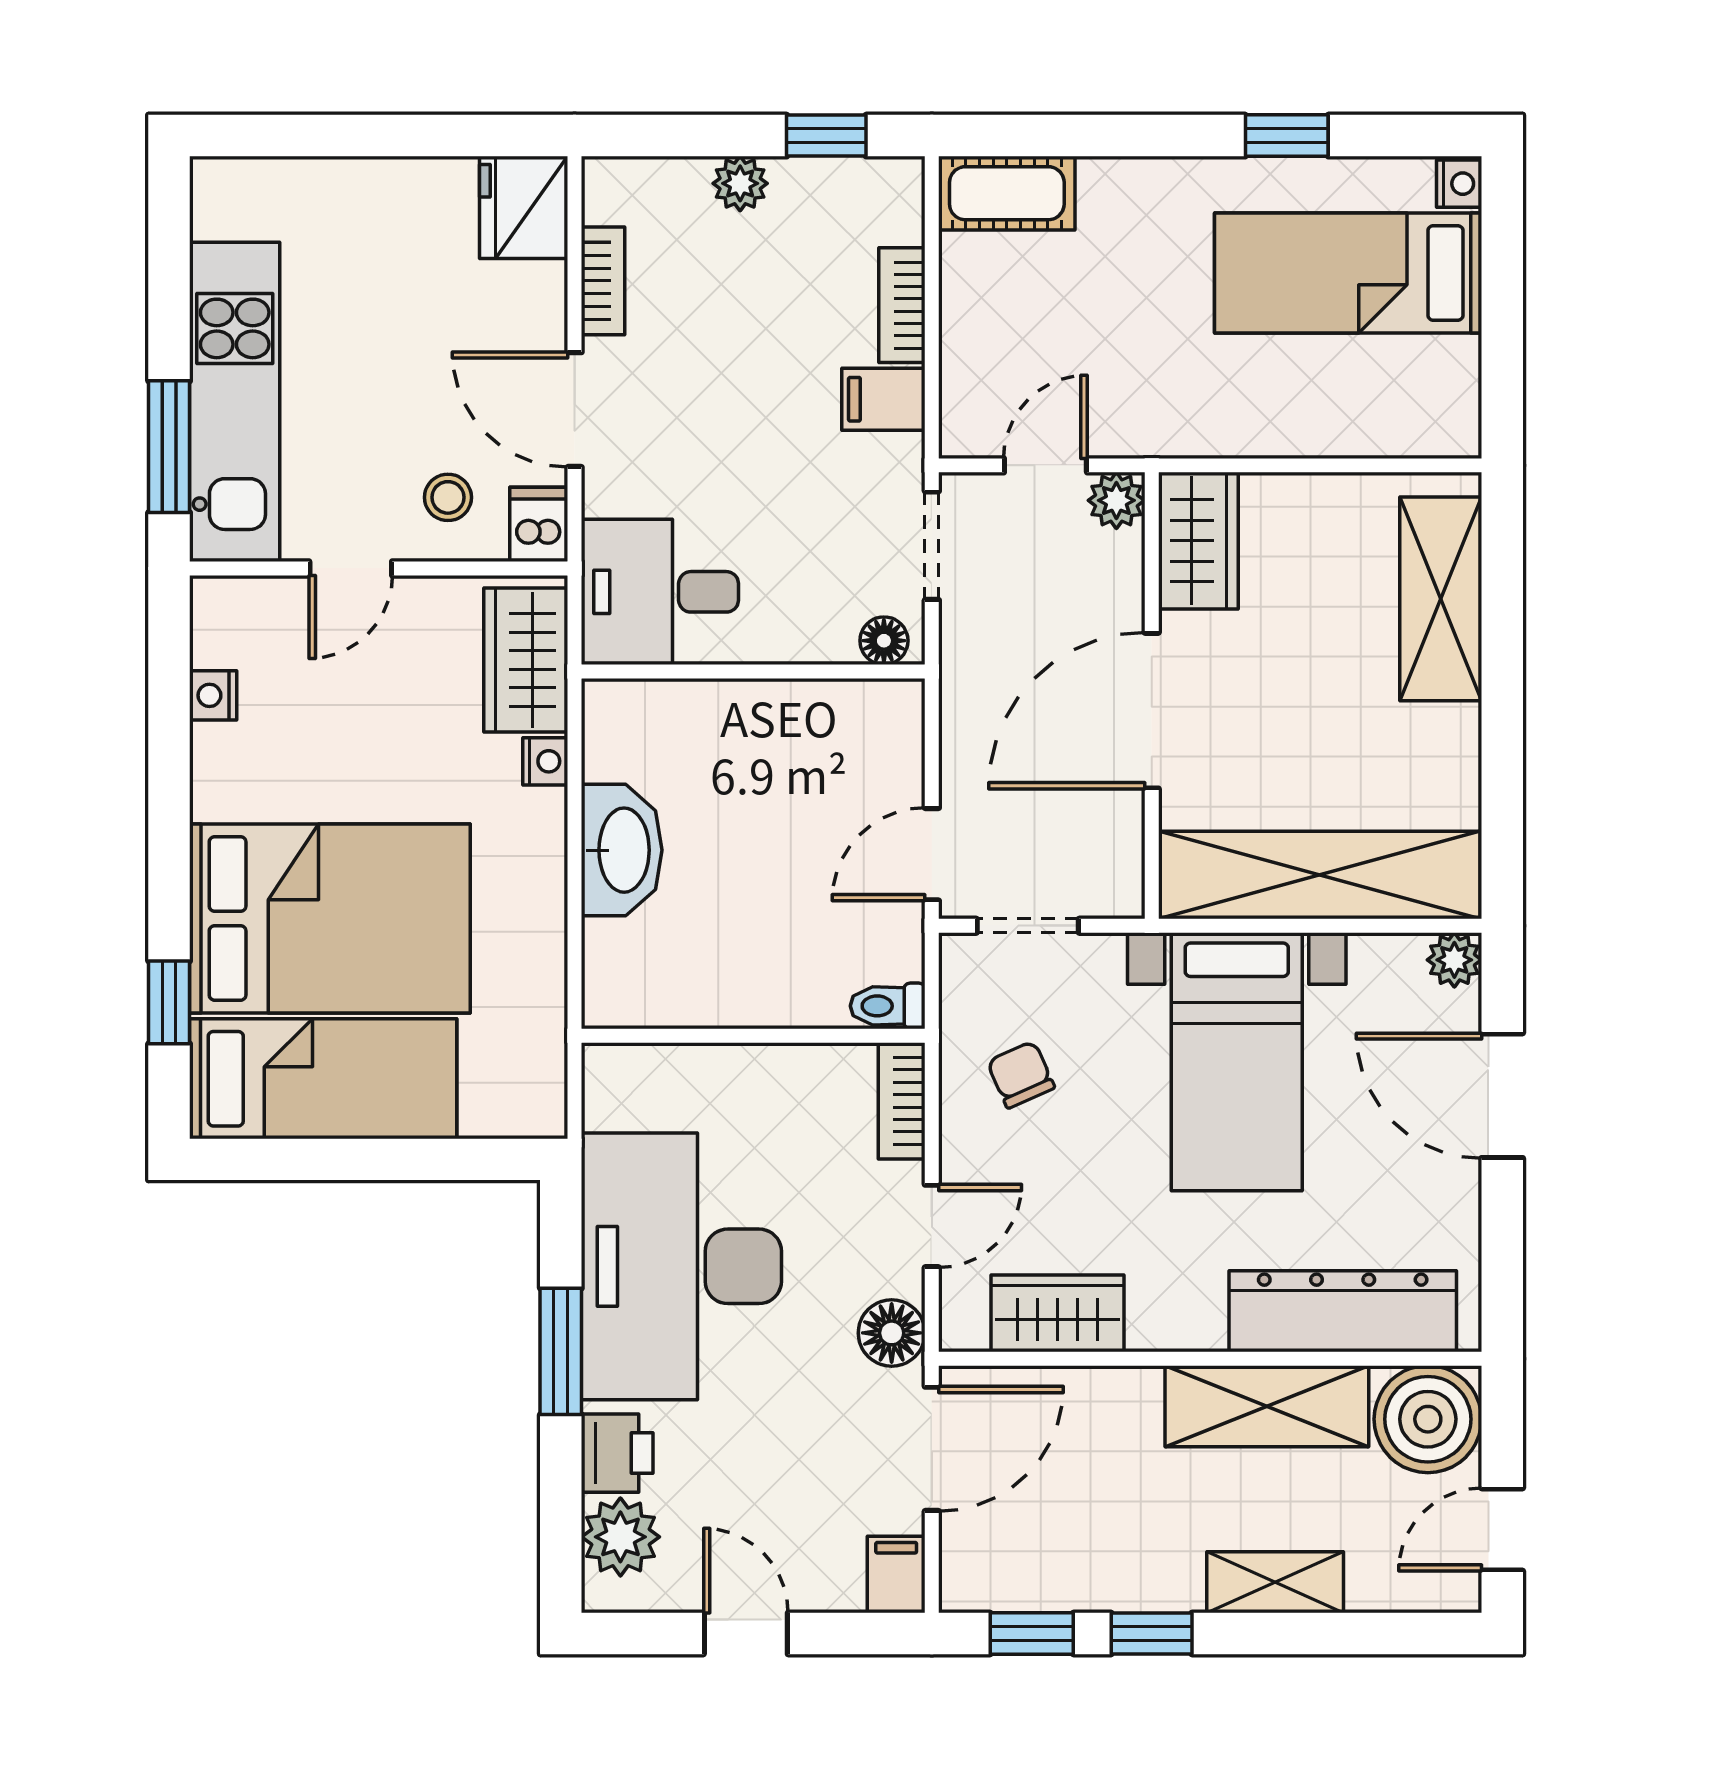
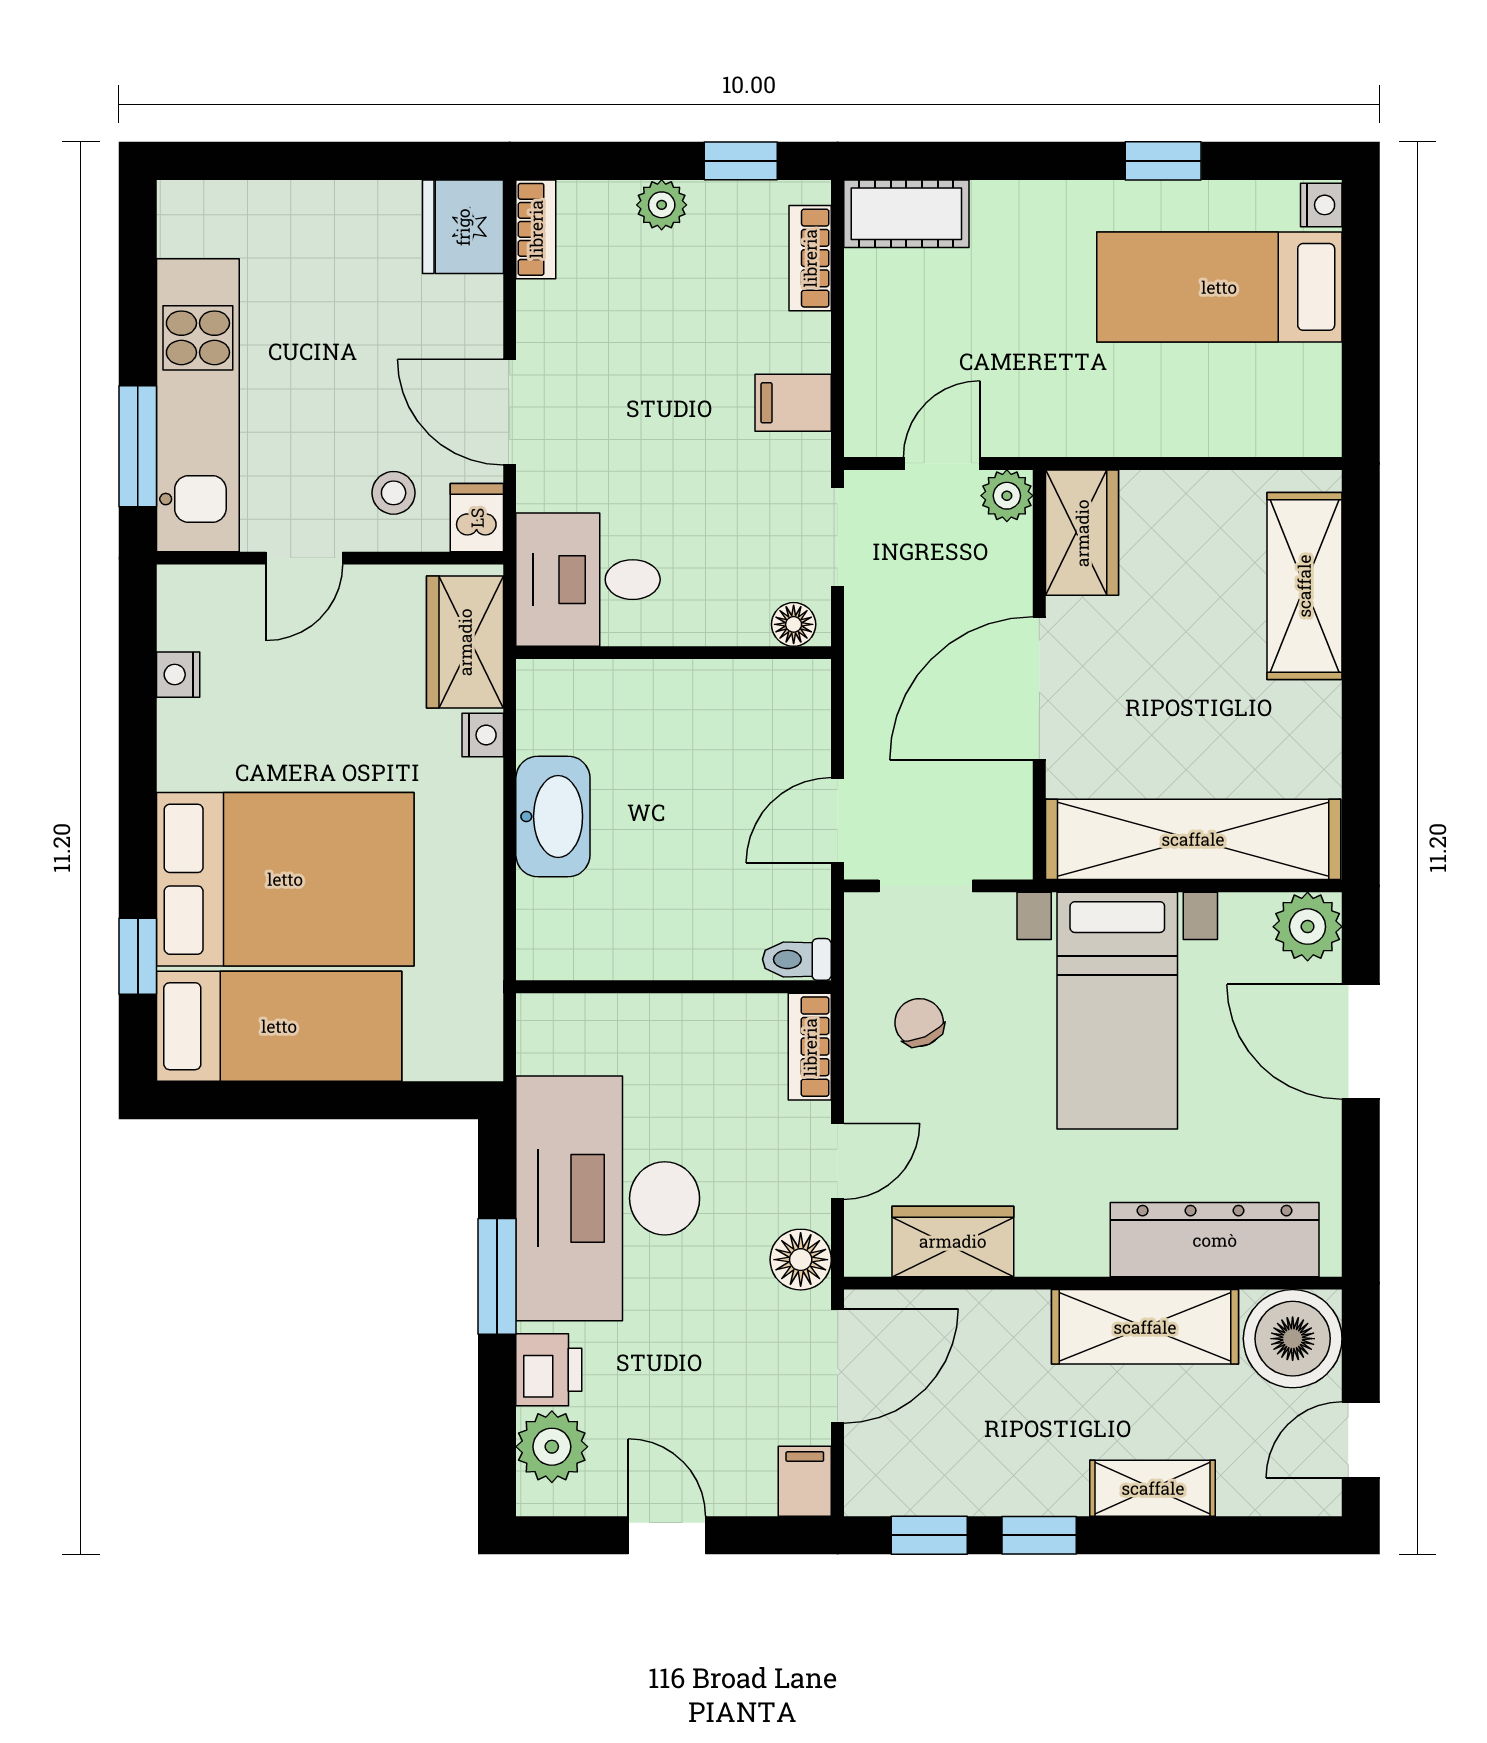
bookcase: (603, 281) -> (536, 229), moved
bookcase: (902, 305) -> (810, 258), moved
plant: (1454, 960) -> (1308, 927), width x1.38, depth x1.38

